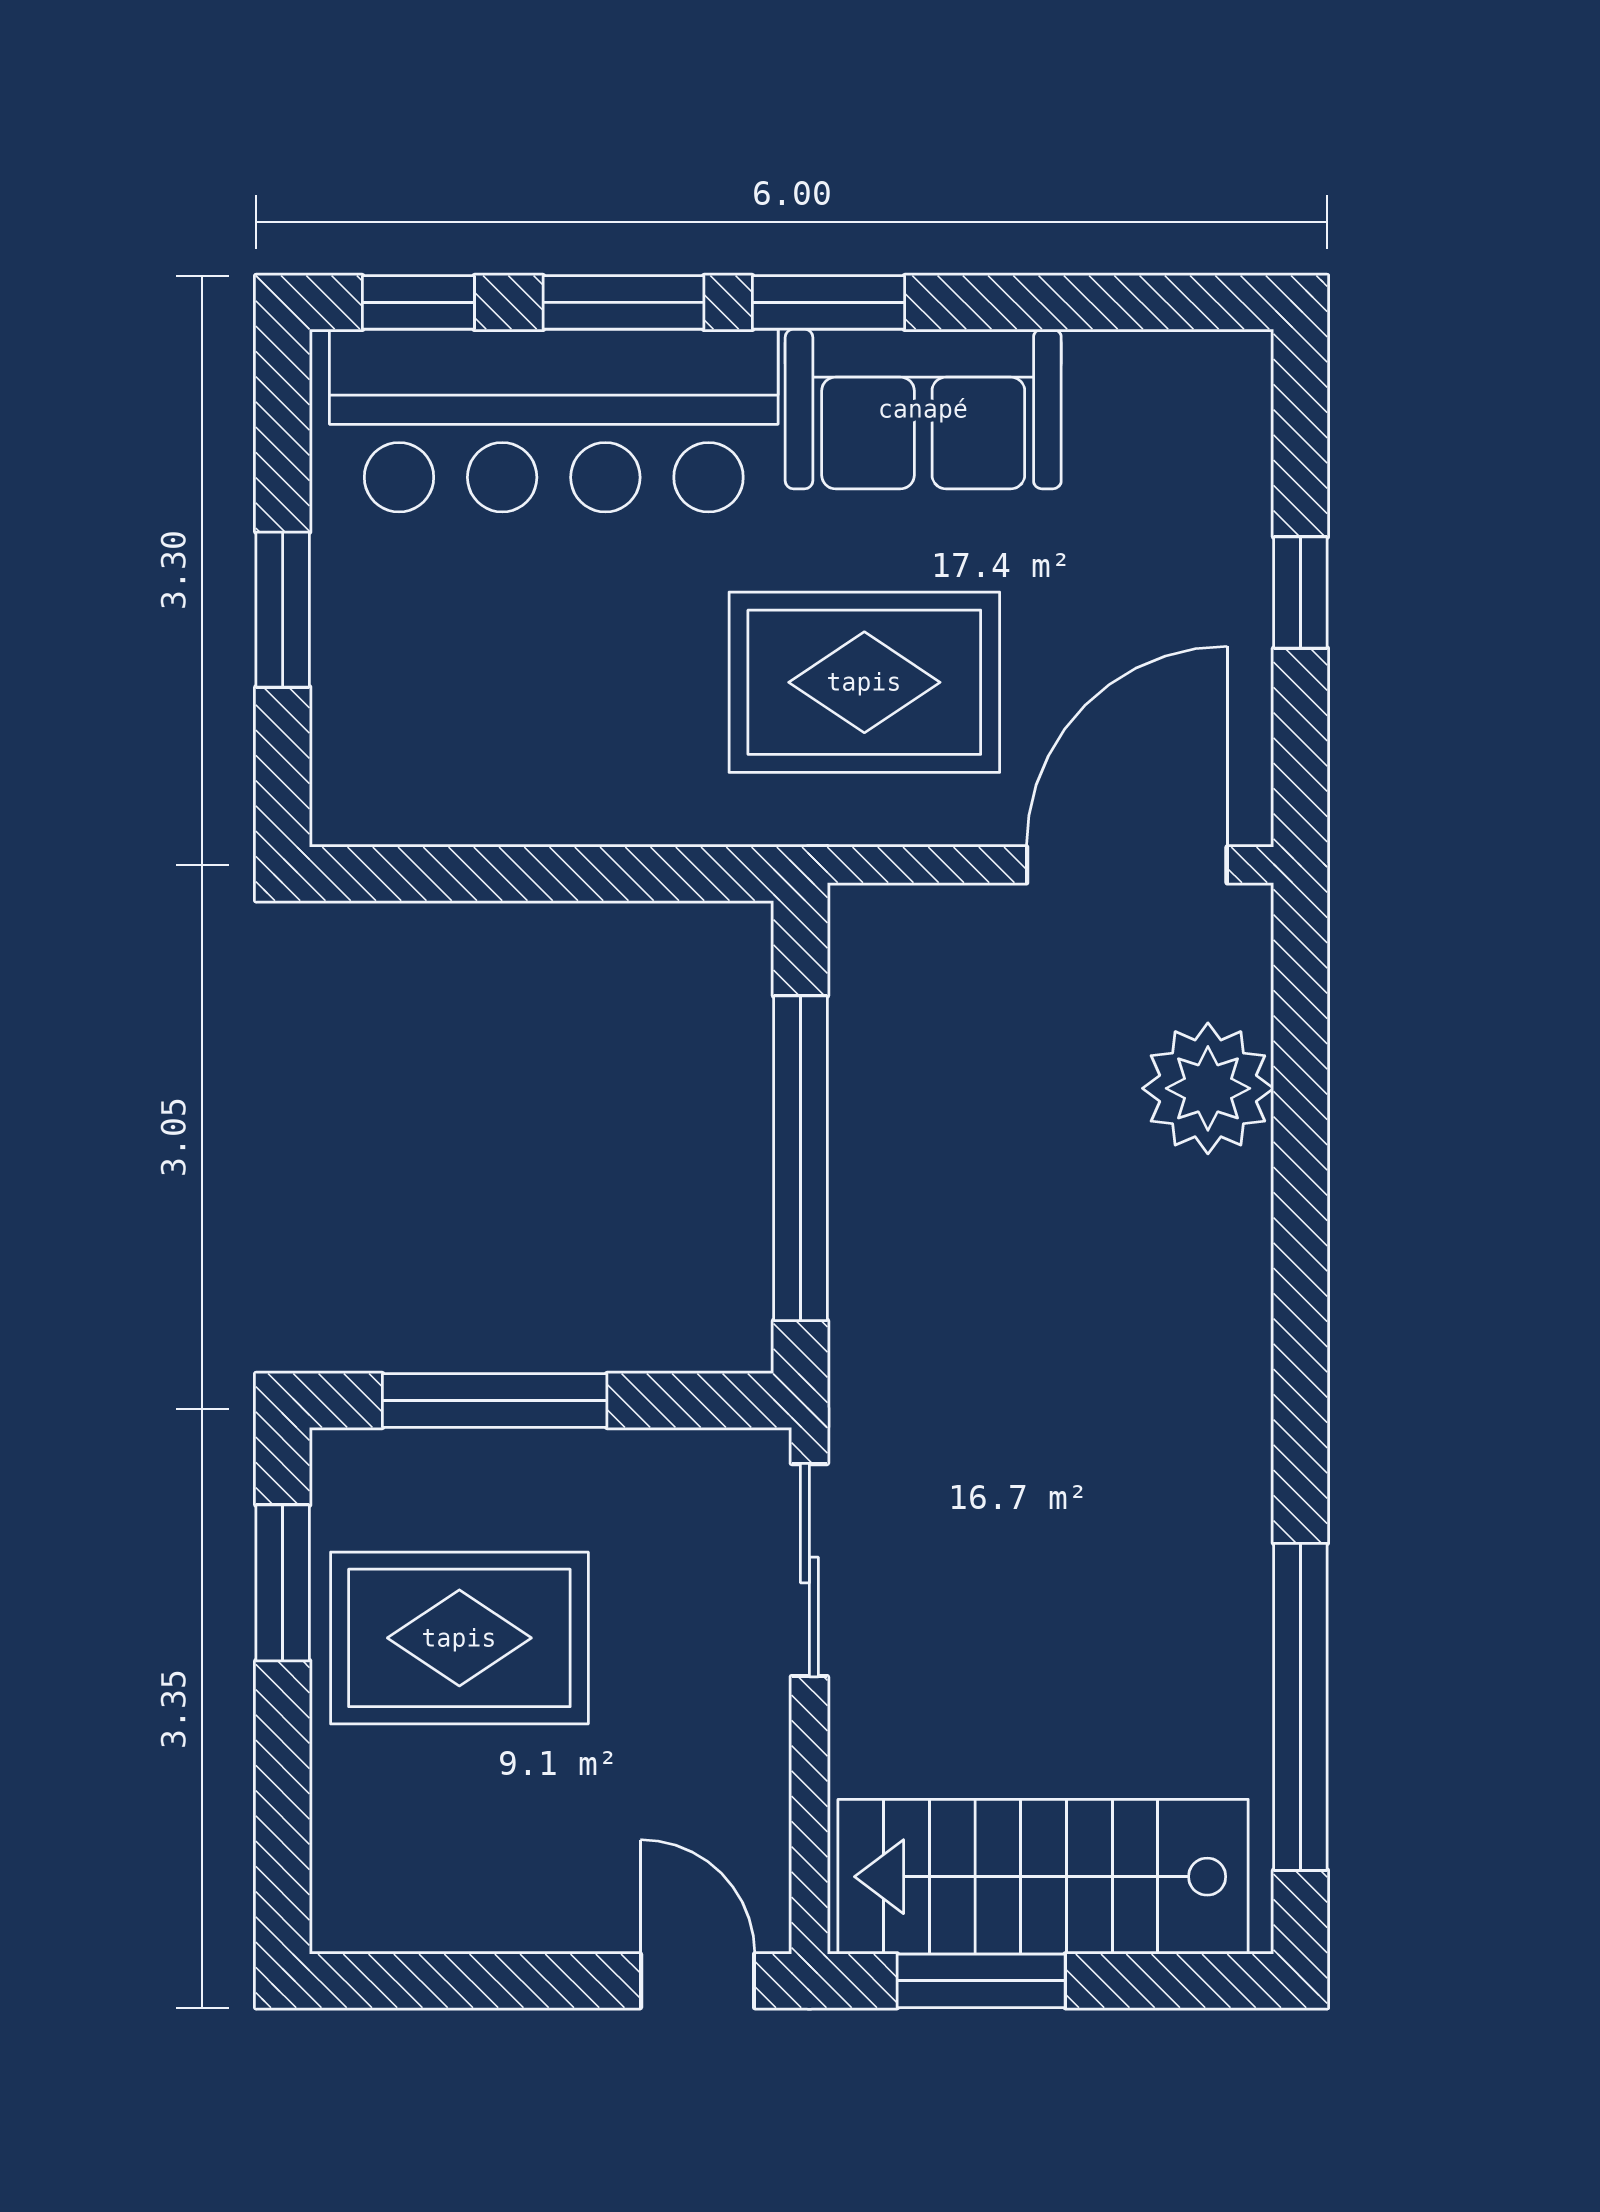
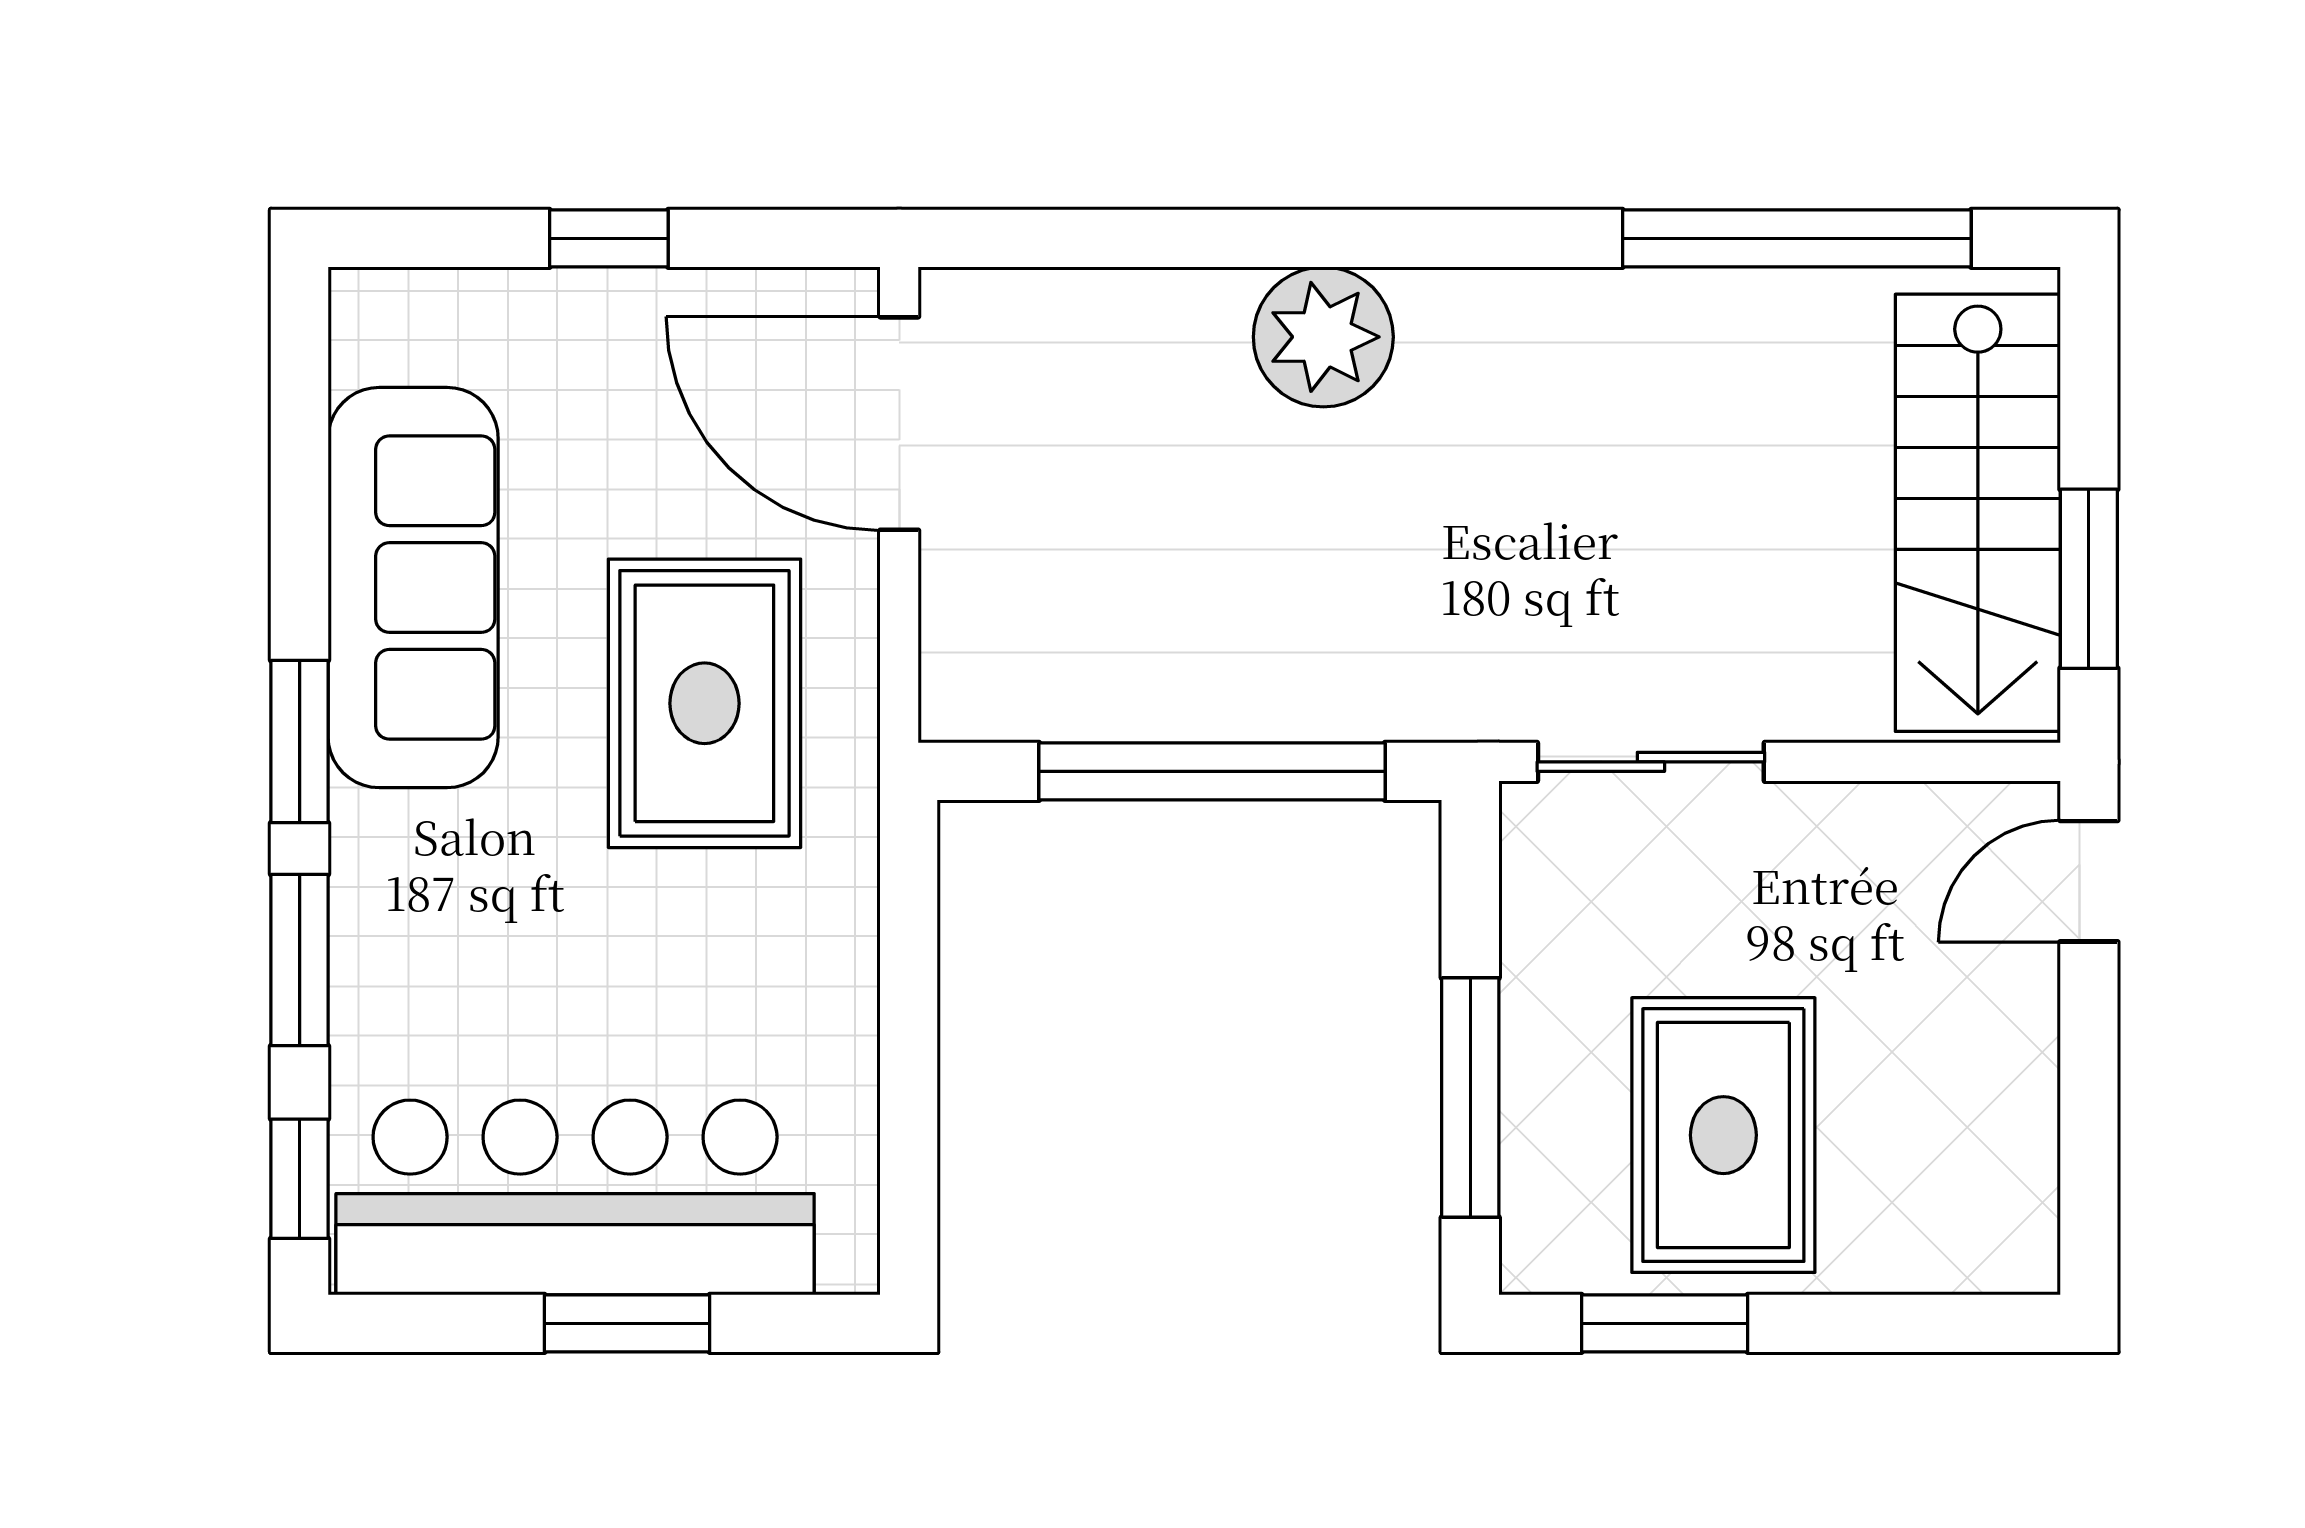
sofa: (923, 409) -> (413, 588), width x1.36
bar counter: (554, 421) -> (575, 1197), moved, turned -90
plant: (1208, 1088) -> (1323, 337), moved

